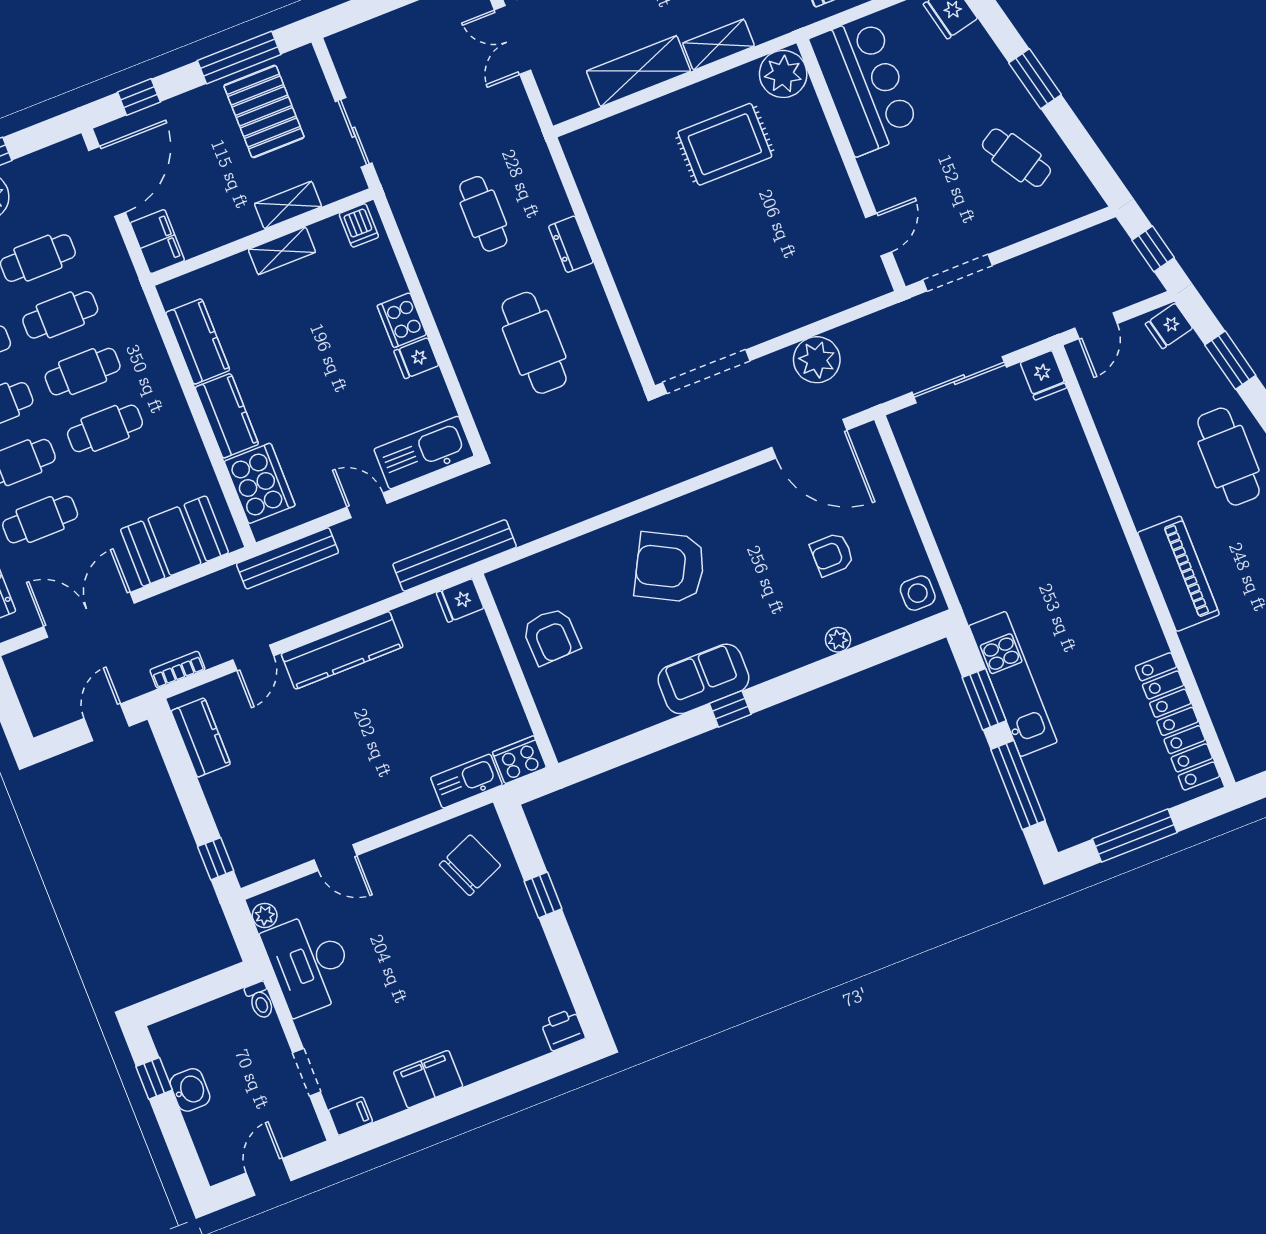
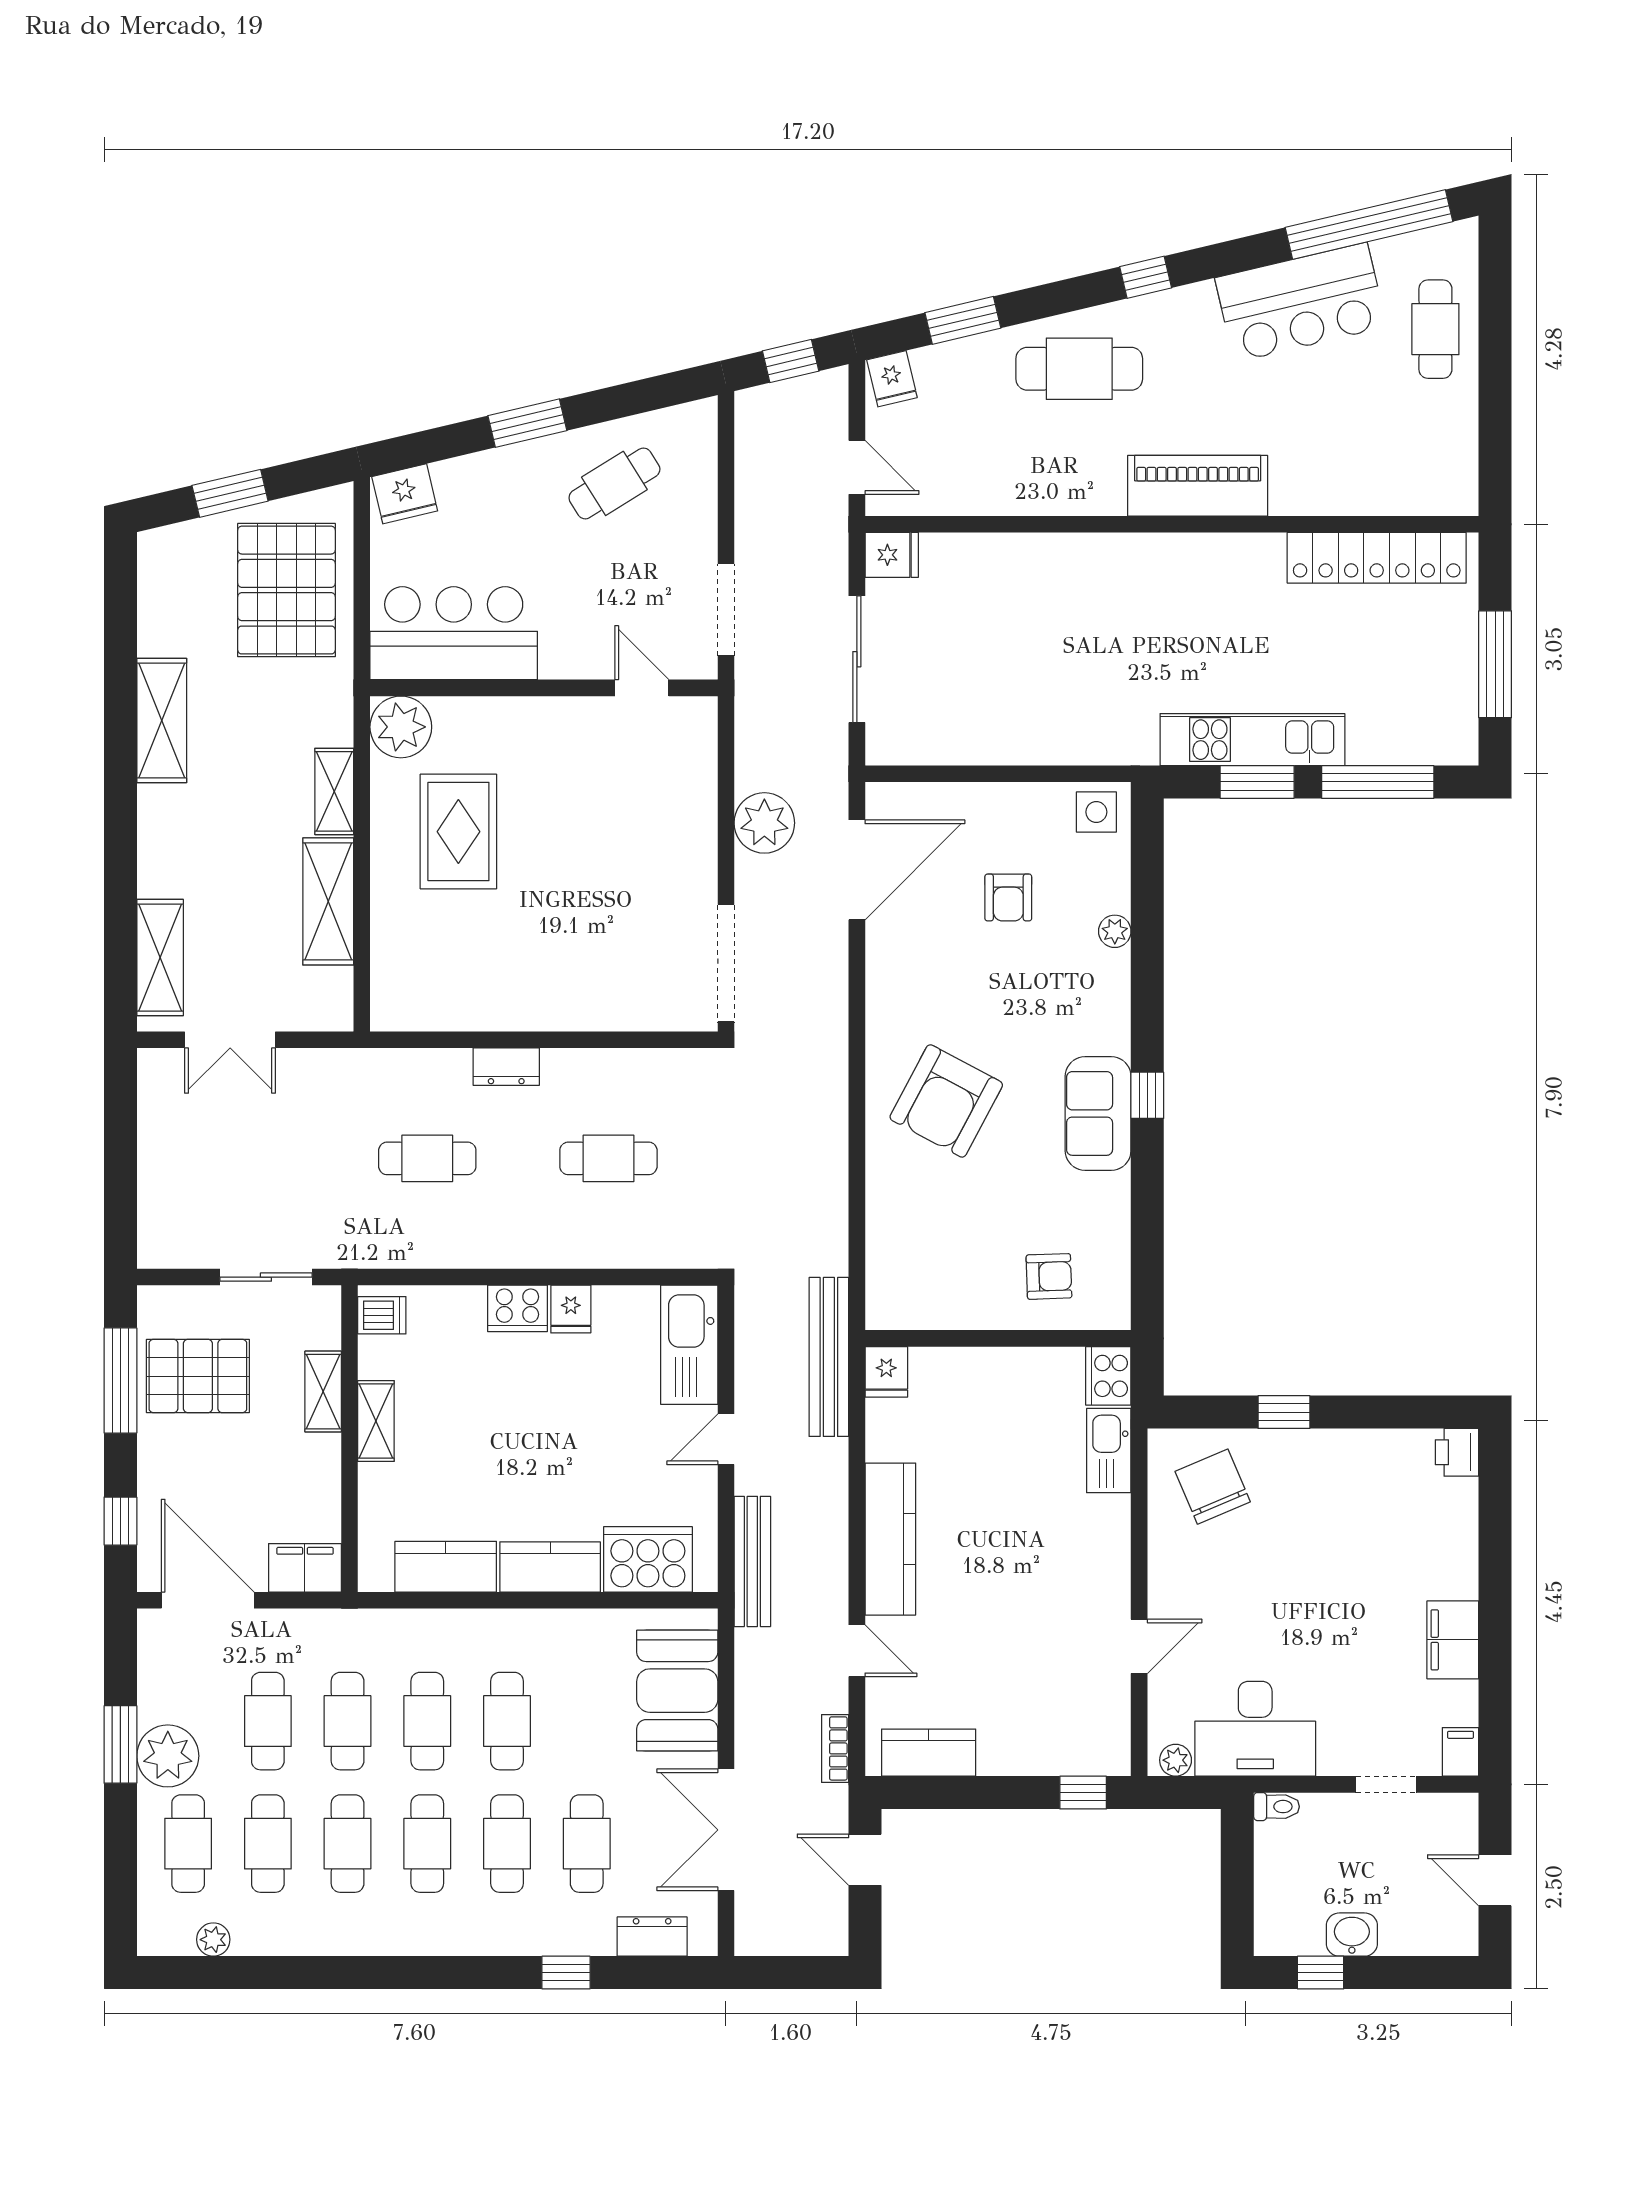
cafe table: (534, 343) -> (608, 1158), width x0.73, depth x0.74
armchair: (551, 636) -> (1049, 1276), moved, width x0.72, depth x0.72

